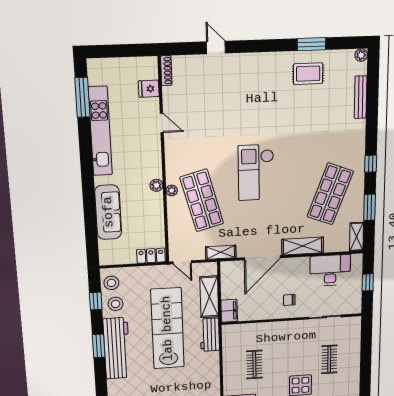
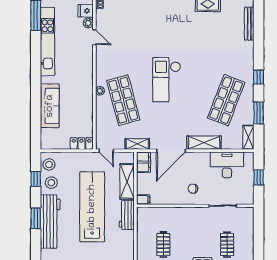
plant: (156, 185) -> (88, 23), moved
filing cabinet: (229, 273) -> (143, 162), added
filing cabinet: (229, 311) -> (143, 200), width x0.50

